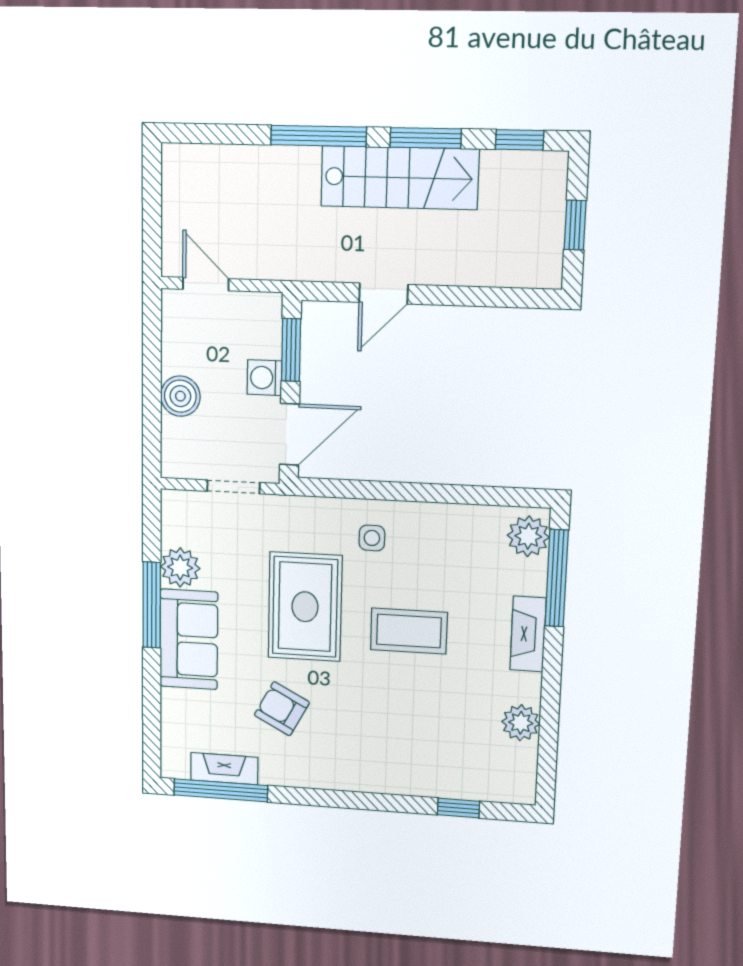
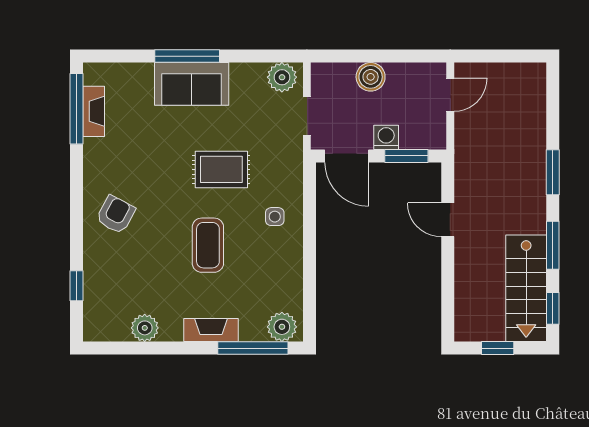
window: (319, 136) -> (553, 172), width x0.69
stairs: (400, 178) -> (526, 288), moved
plant: (180, 567) -> (282, 77), moved
window: (152, 605) -> (187, 56), moved
rug: (305, 607) -> (221, 169), width x0.73, depth x0.70
armchair: (282, 709) -> (116, 215), moved

